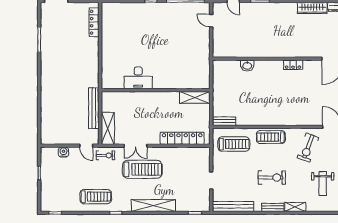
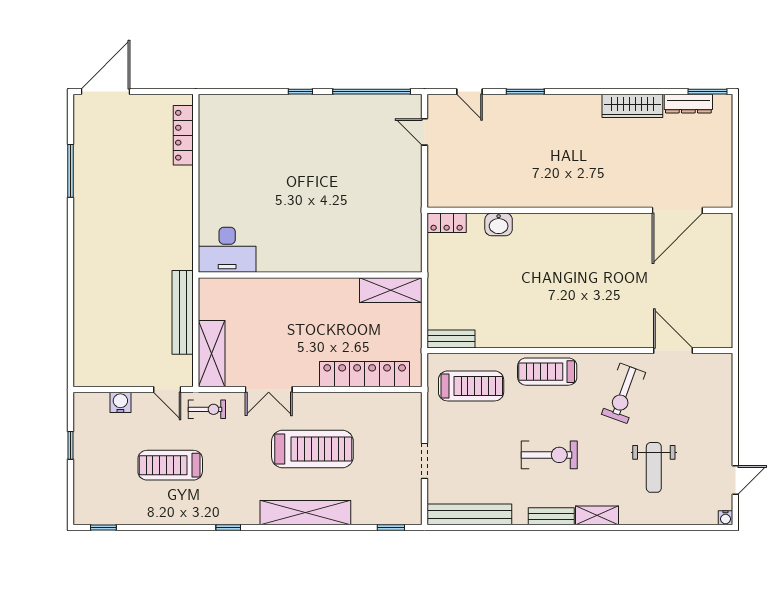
locker: (293, 65) -> (447, 223), moved
desk: (138, 78) -> (227, 250), moved
treadmill: (142, 169) -> (312, 449), moved
treadmill: (96, 197) -> (170, 465), moved, turned 180

